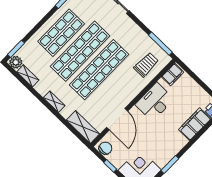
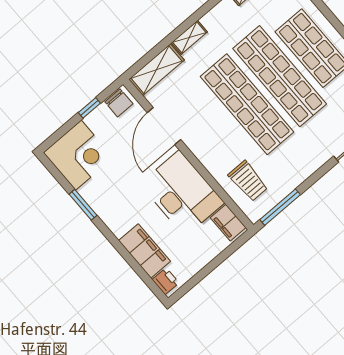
shelving: (54, 102) -> (189, 37), moved
desk: (155, 102) -> (182, 193), width x1.36, depth x1.30
door: (117, 119) -> (164, 126), hinge flipped

